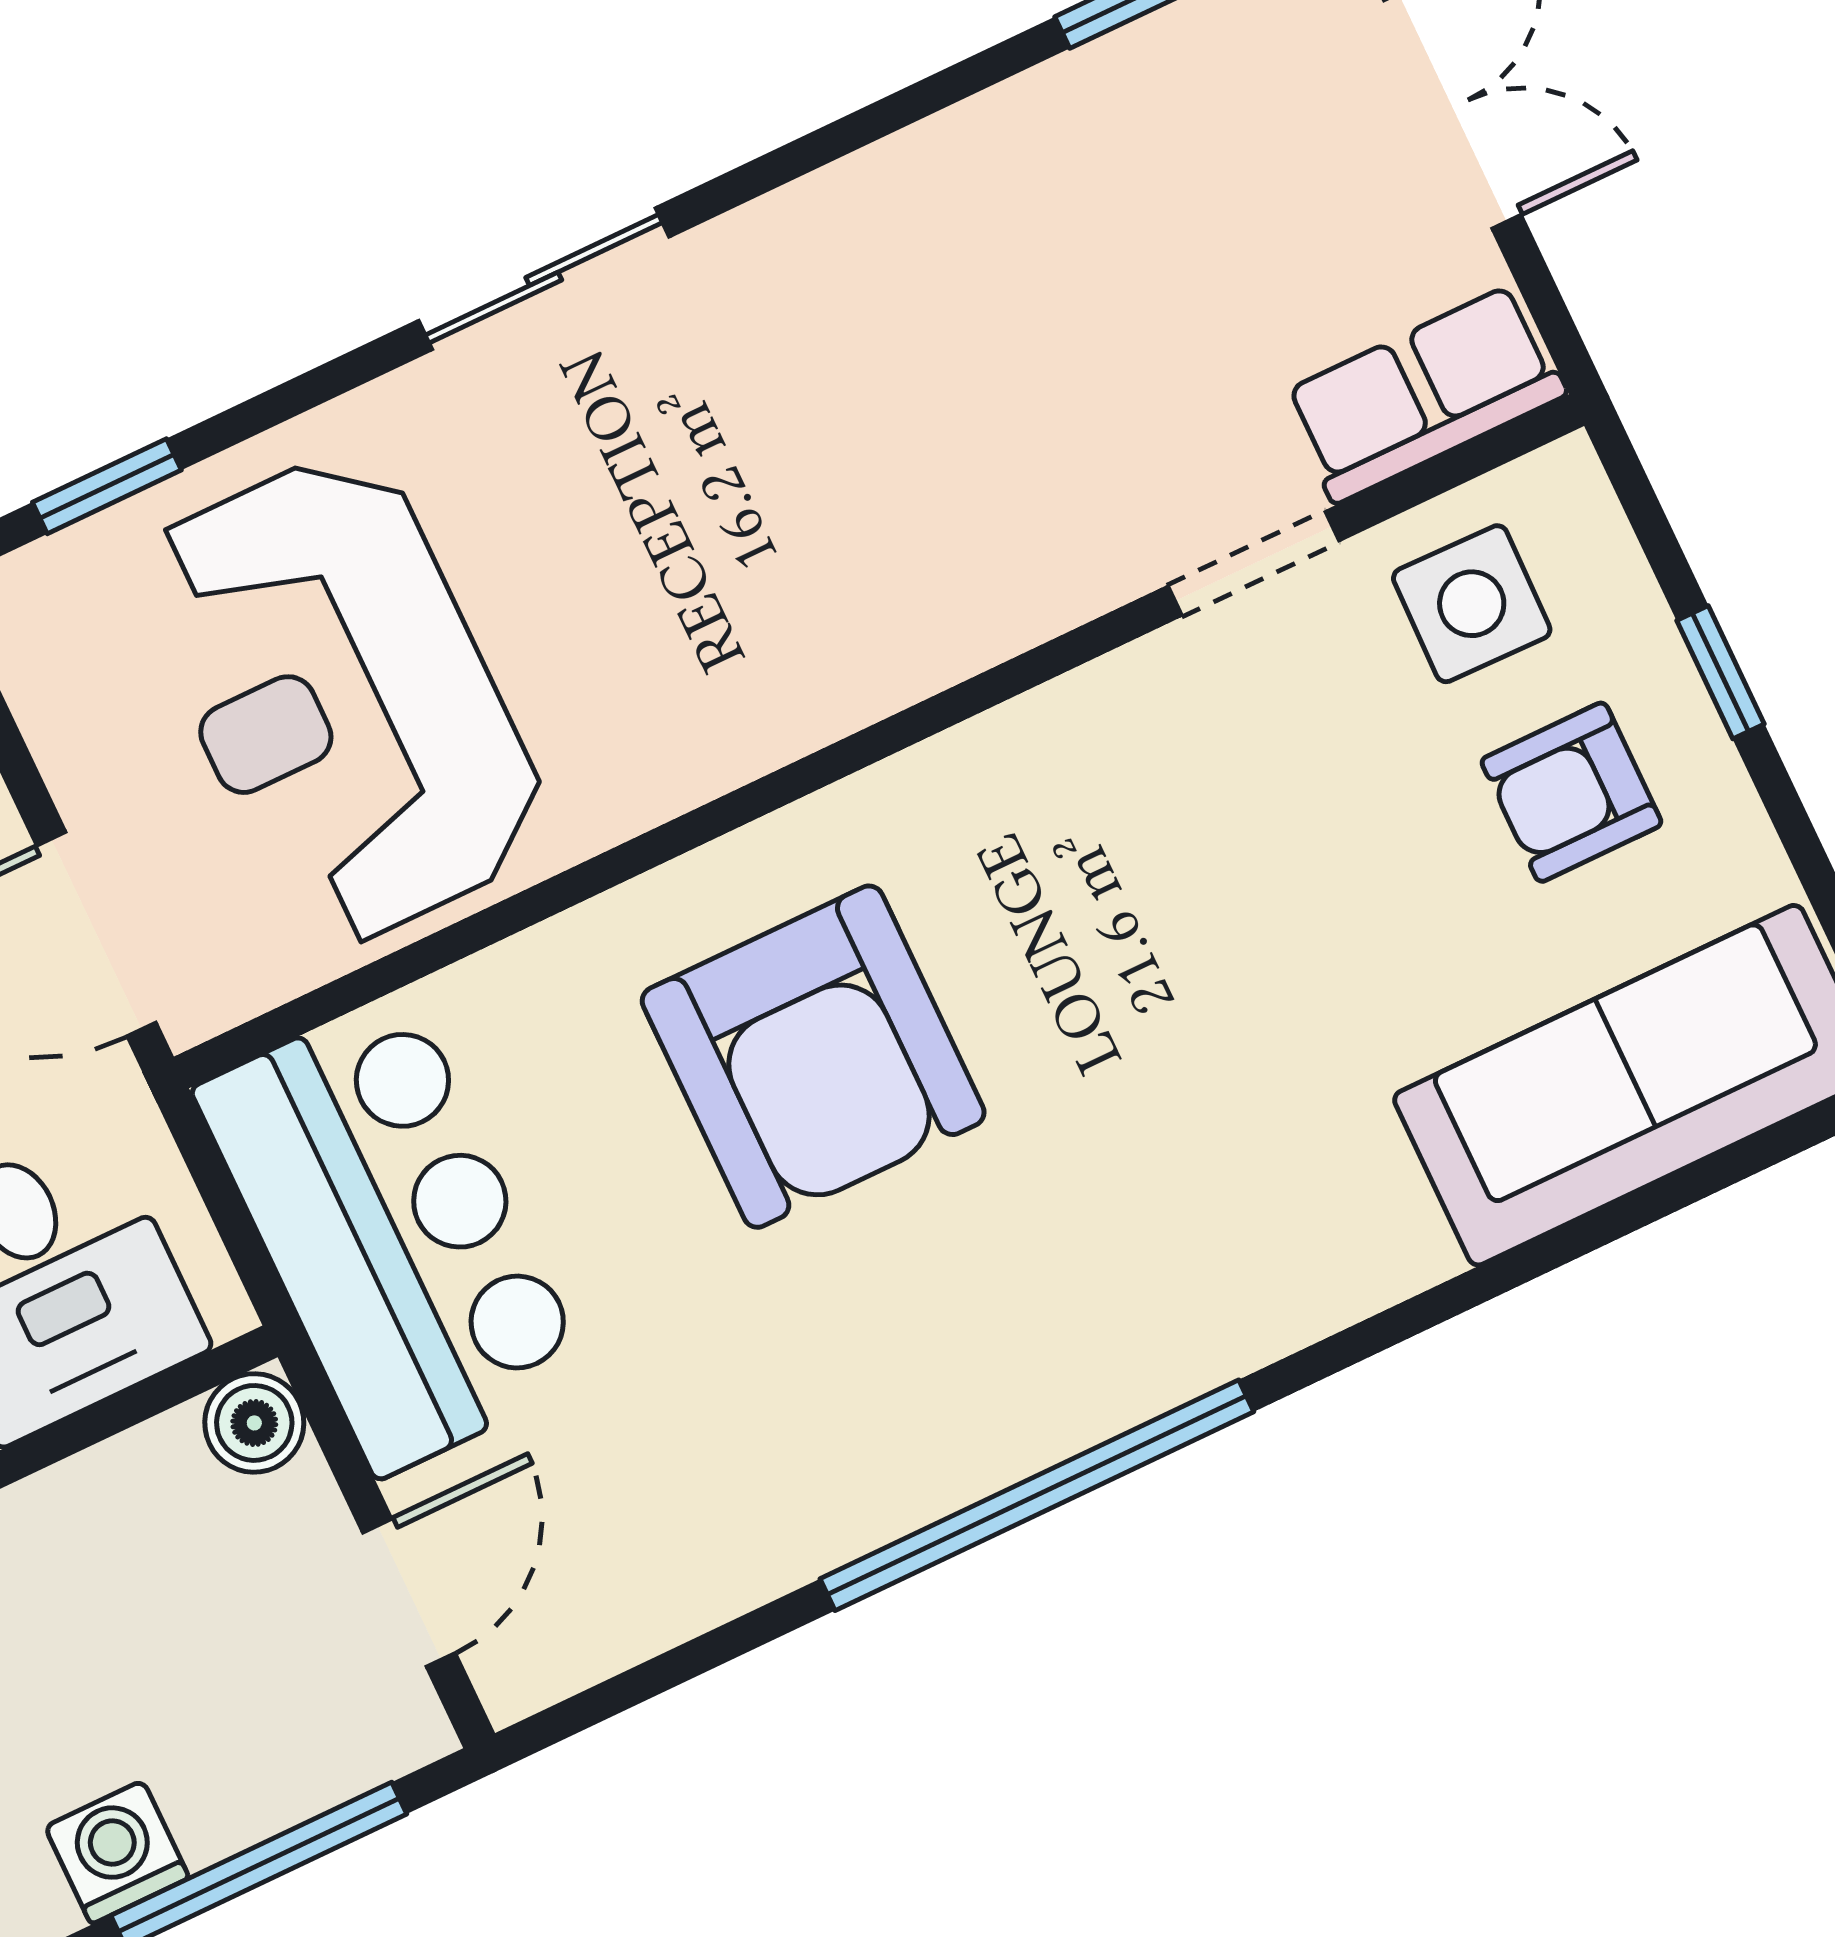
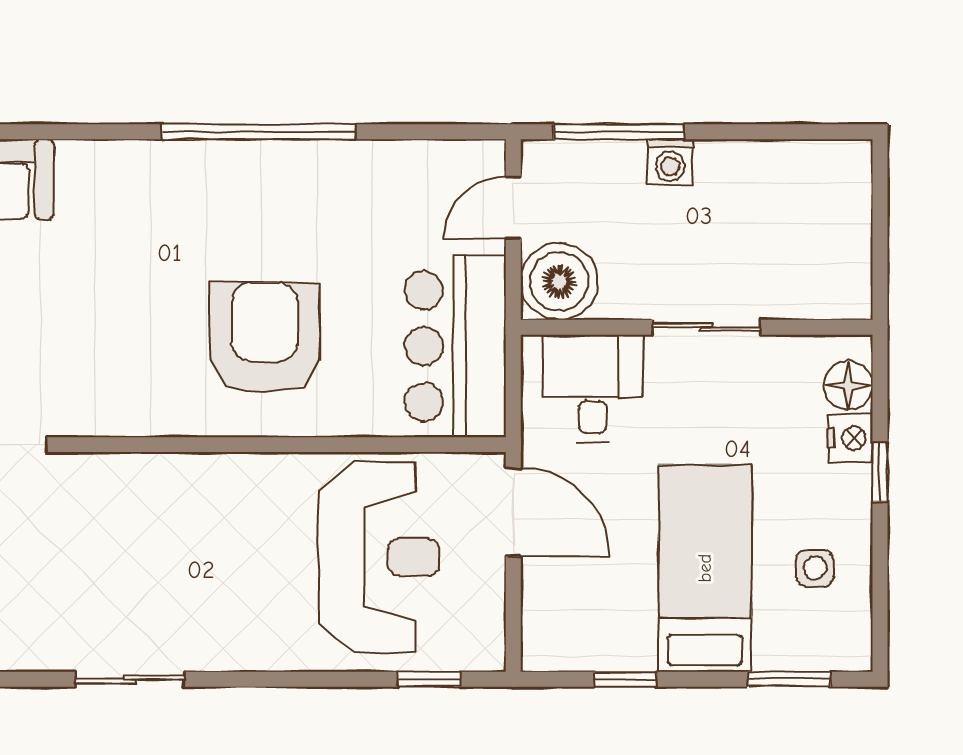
sliding door: (544, 279) -> (130, 679), moved
boiler: (254, 1423) -> (559, 281), width x1.86, depth x1.86

